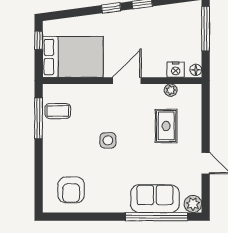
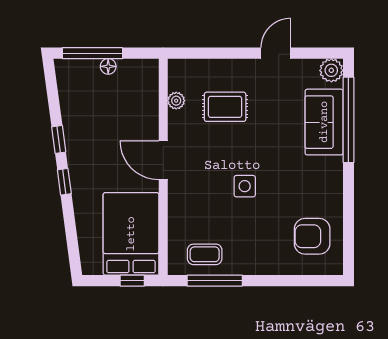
window: (39, 40) -> (132, 281), moved
nightstand: (176, 70) -> (148, 94), removed
floor lamp: (196, 70) -> (108, 66), moved
coffee table: (58, 111) -> (205, 254), turned 90
armchair: (71, 190) -> (312, 236), turned 180

